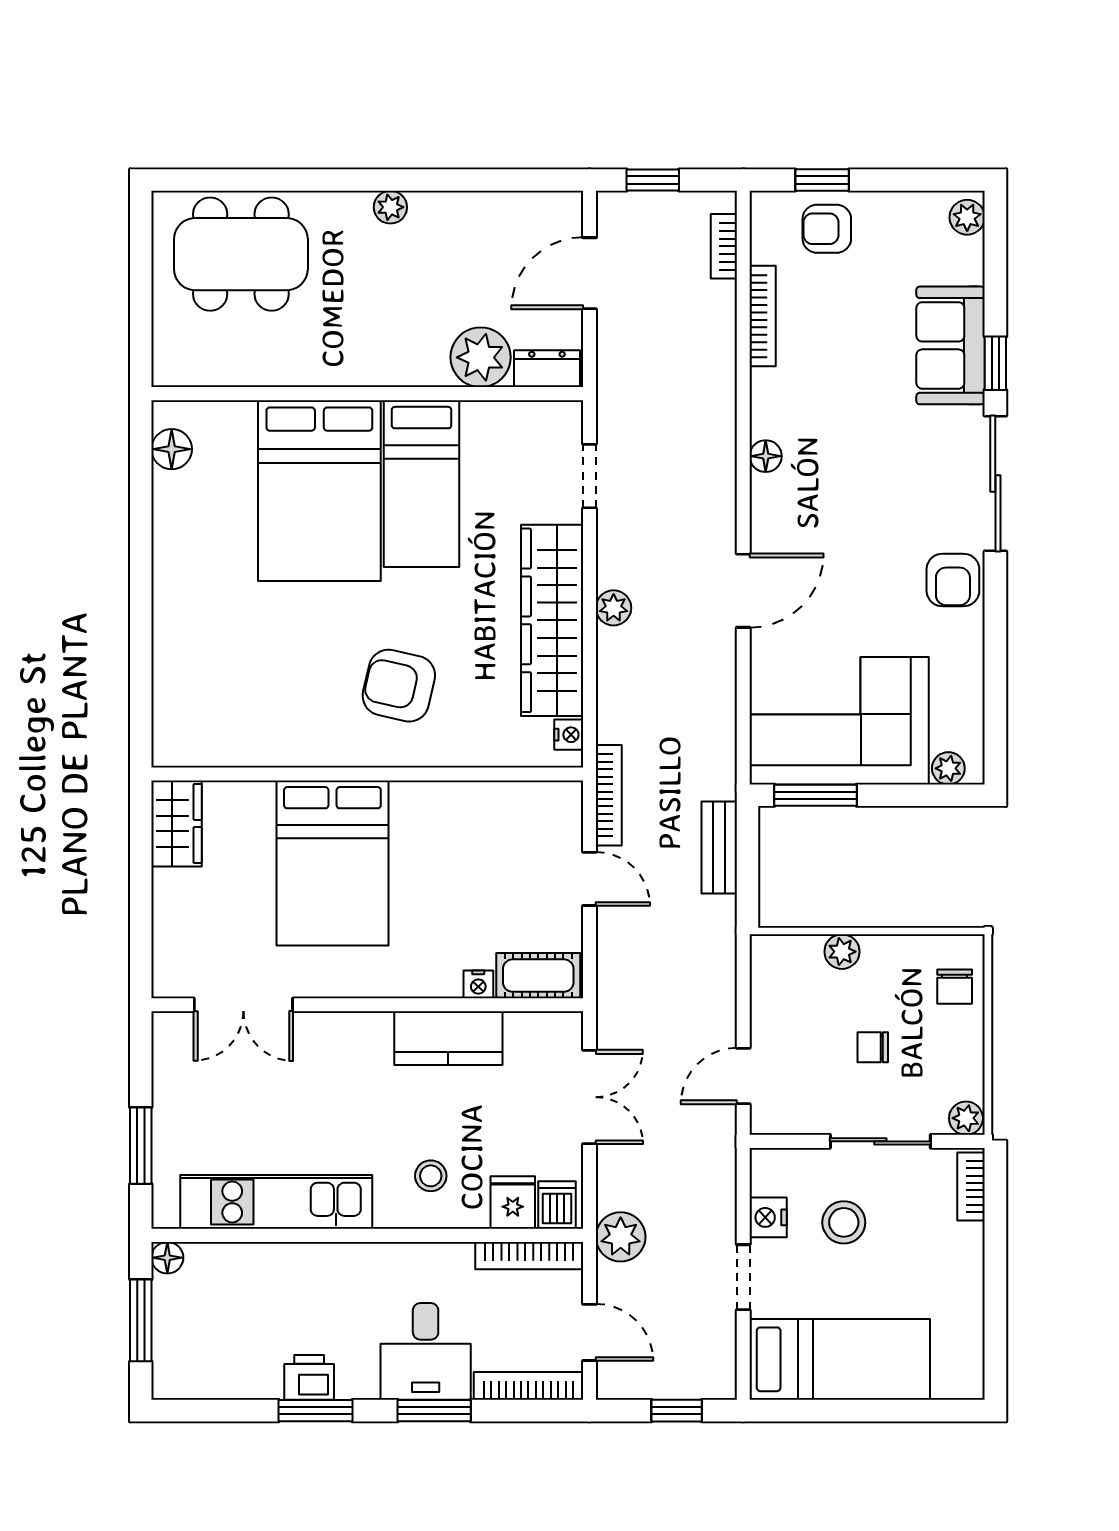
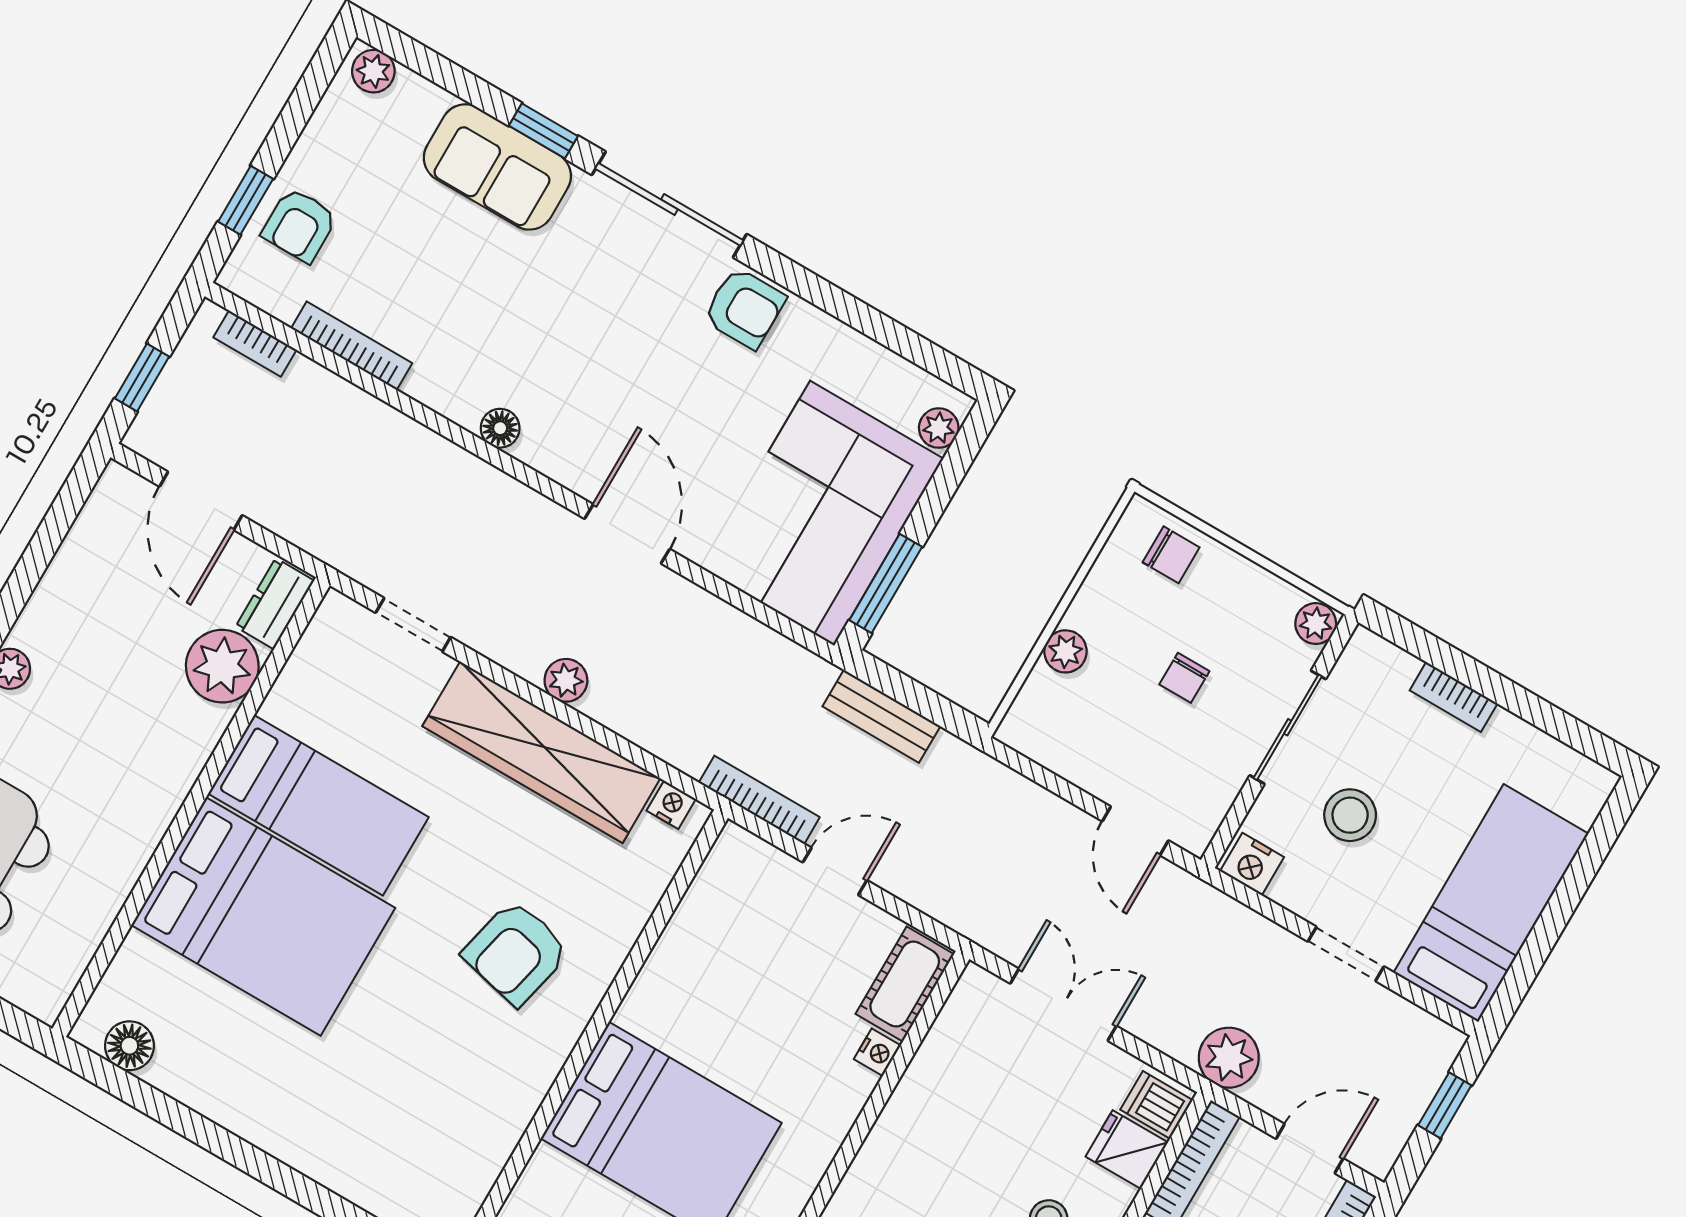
kitchen counter: (448, 1038) -> (915, 1116), removed
bookcase: (971, 1187) -> (1454, 697), moved
nightstand: (768, 1217) -> (1252, 864), moved

